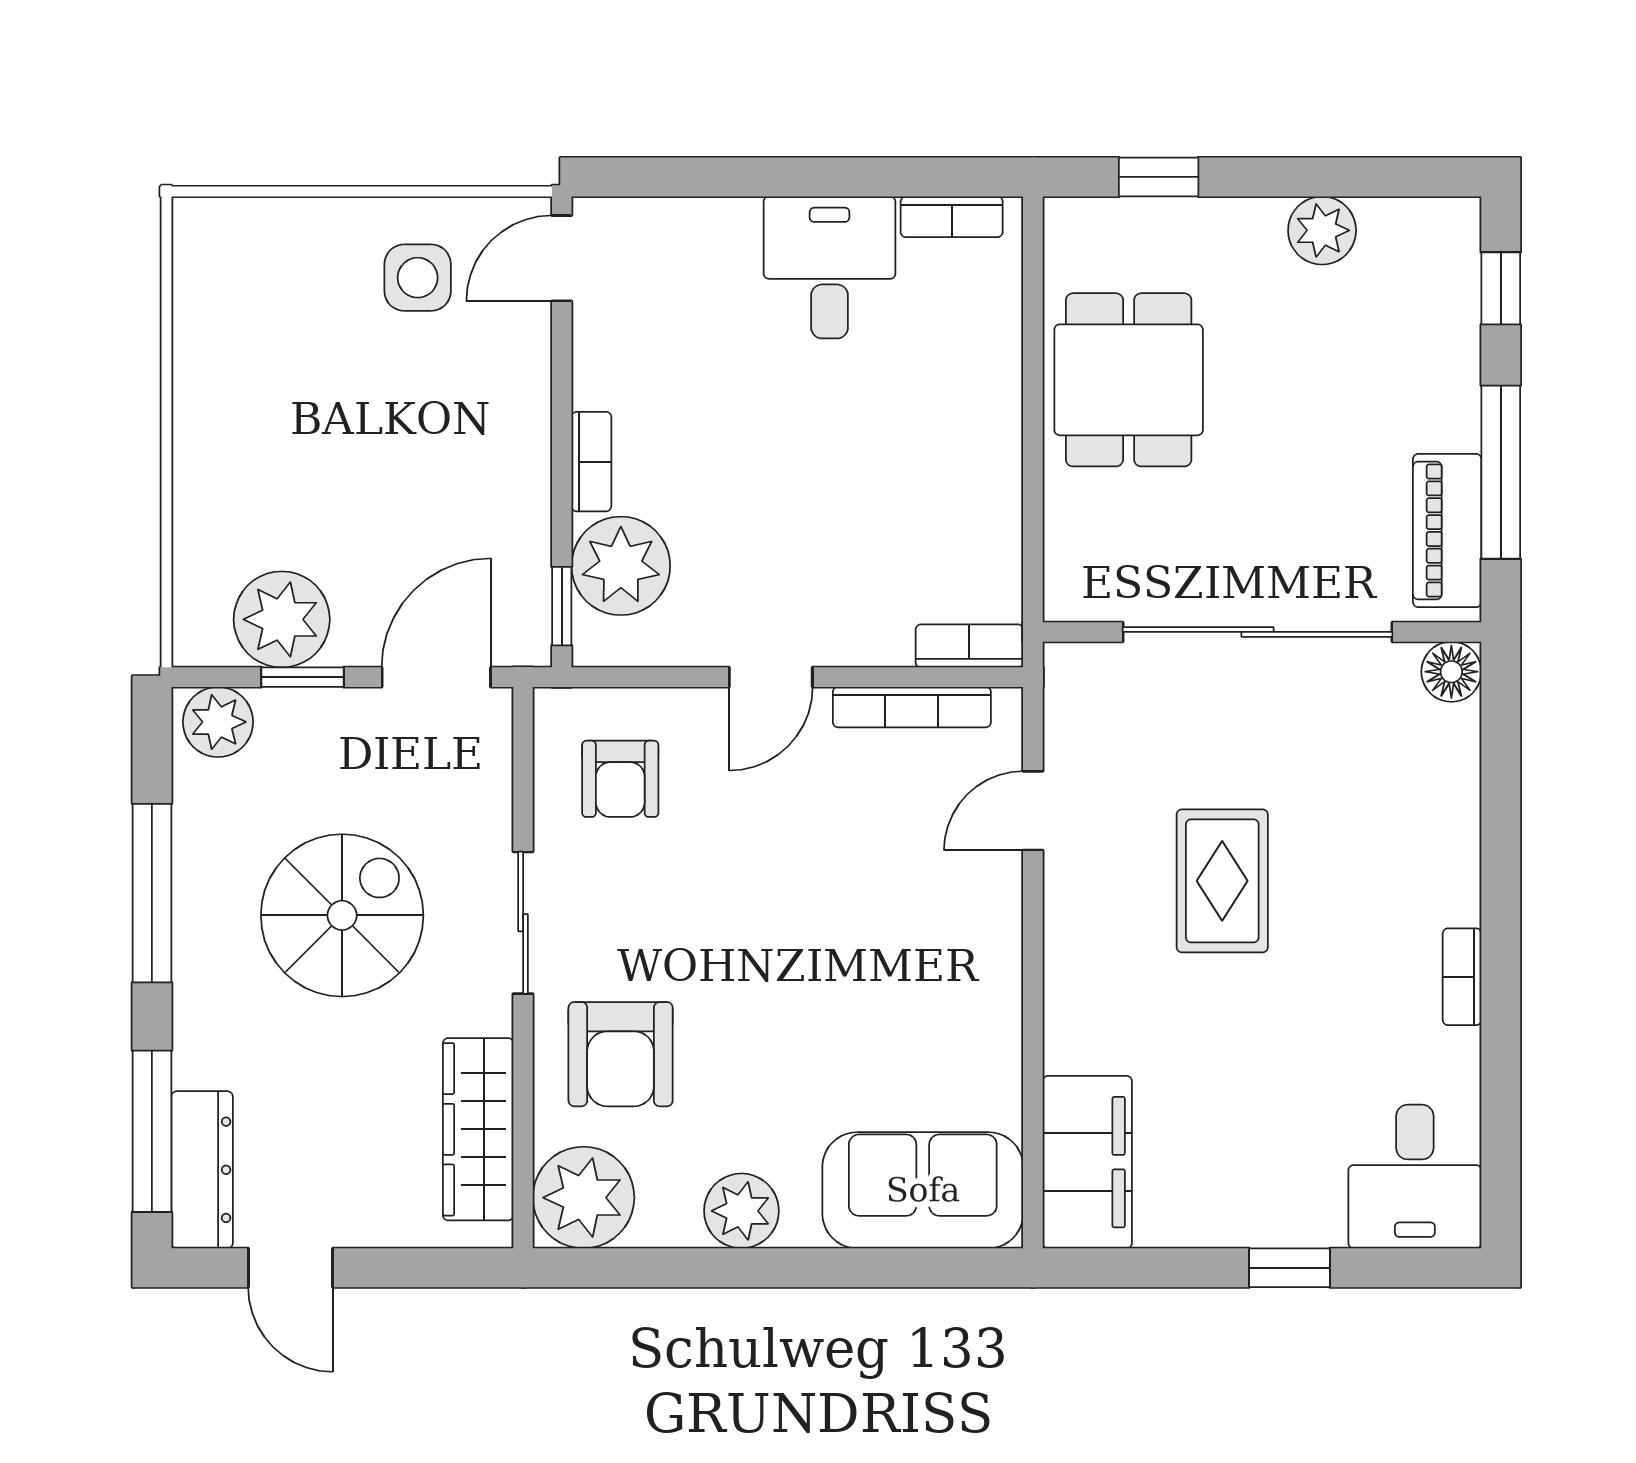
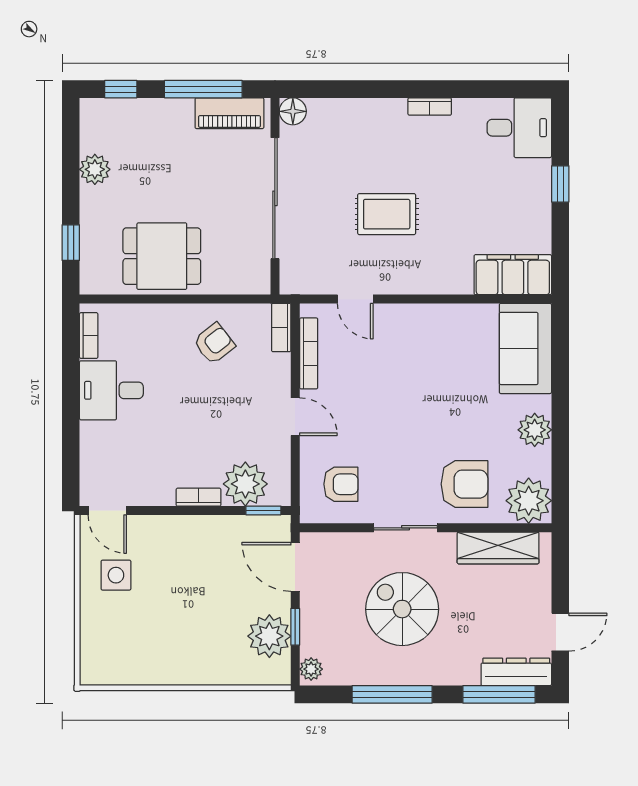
armchair: (934, 496) -> (214, 343), added
plant: (218, 722) -> (311, 669), width x0.73, depth x0.73

